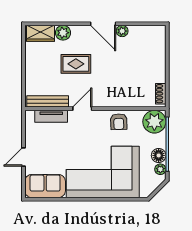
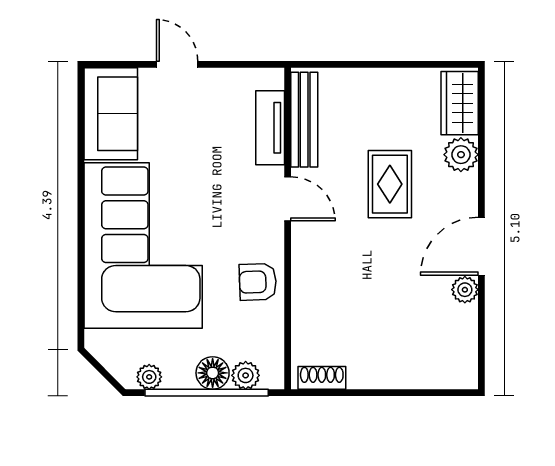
plant: (154, 122) -> (246, 375), width x0.53, depth x0.53
floor lamp: (159, 155) -> (213, 373), moved

